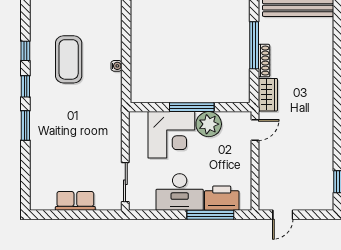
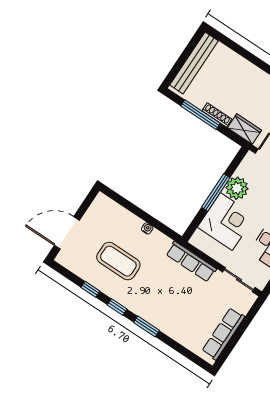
row of seats: (113, 127) -> (191, 262), added
row of seats: (75, 201) -> (223, 334), width x1.48

